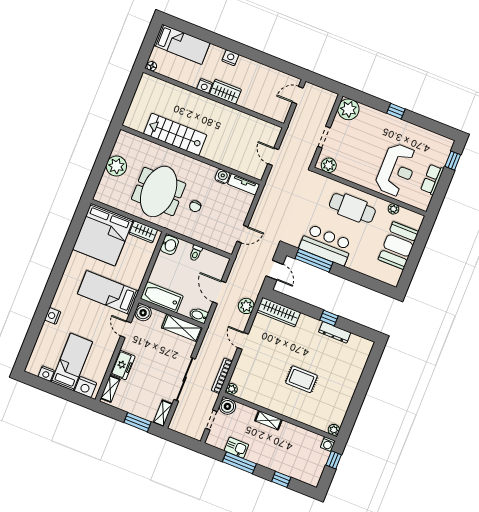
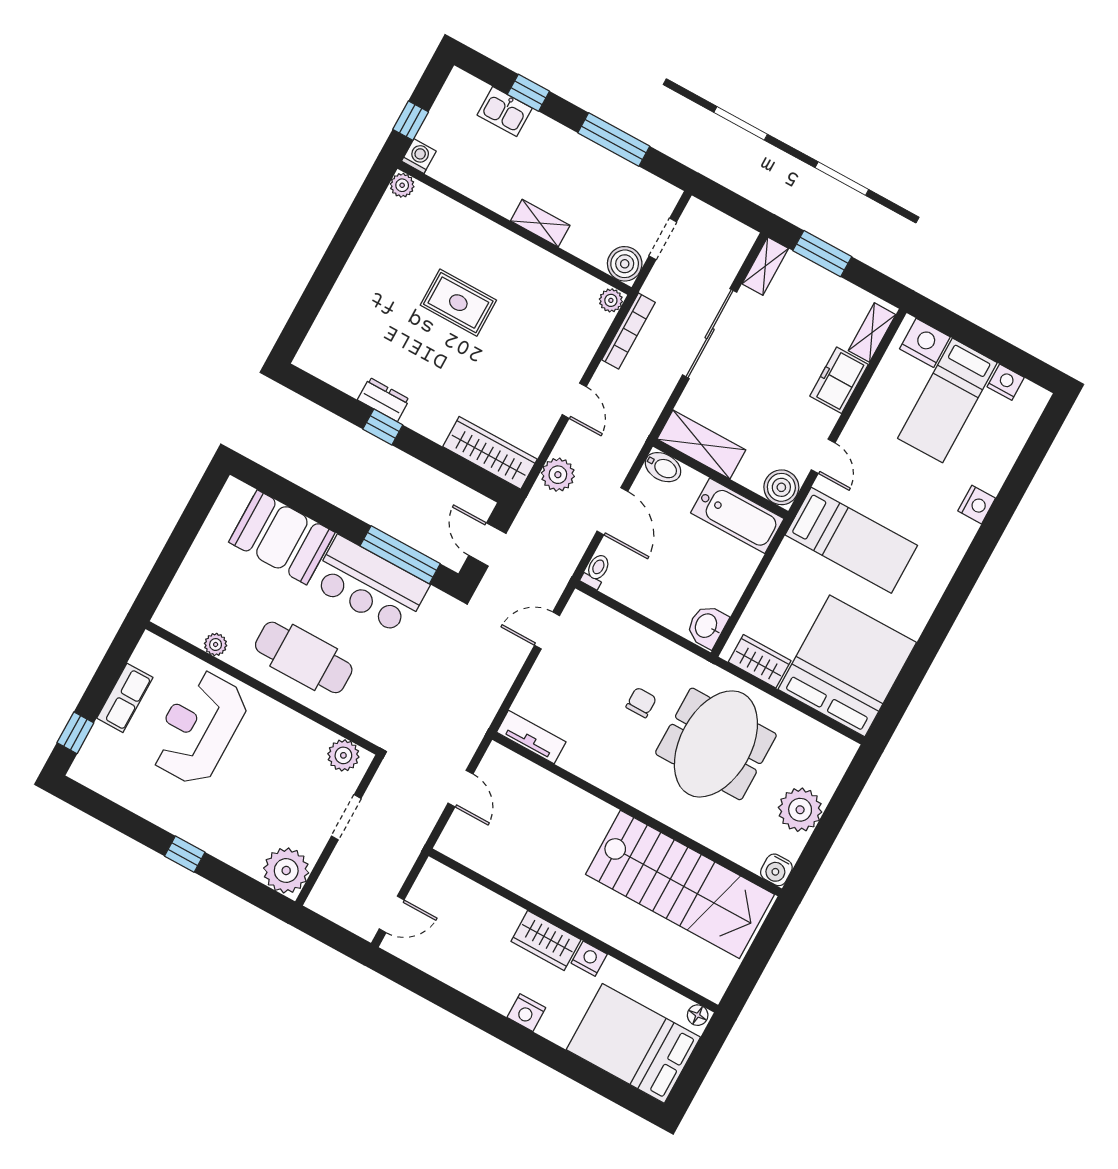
bed: (182, 44) -> (633, 1043), width x1.50
stairs: (175, 134) -> (680, 884), width x1.36, depth x1.51
water cooler: (222, 176) -> (776, 870), moved
booth: (398, 246) -> (282, 537), moved, turned 90
toilet: (196, 253) -> (596, 571), moved
dresser: (335, 332) -> (383, 400), width x0.70
kitchen sink: (236, 448) -> (505, 112), moved

